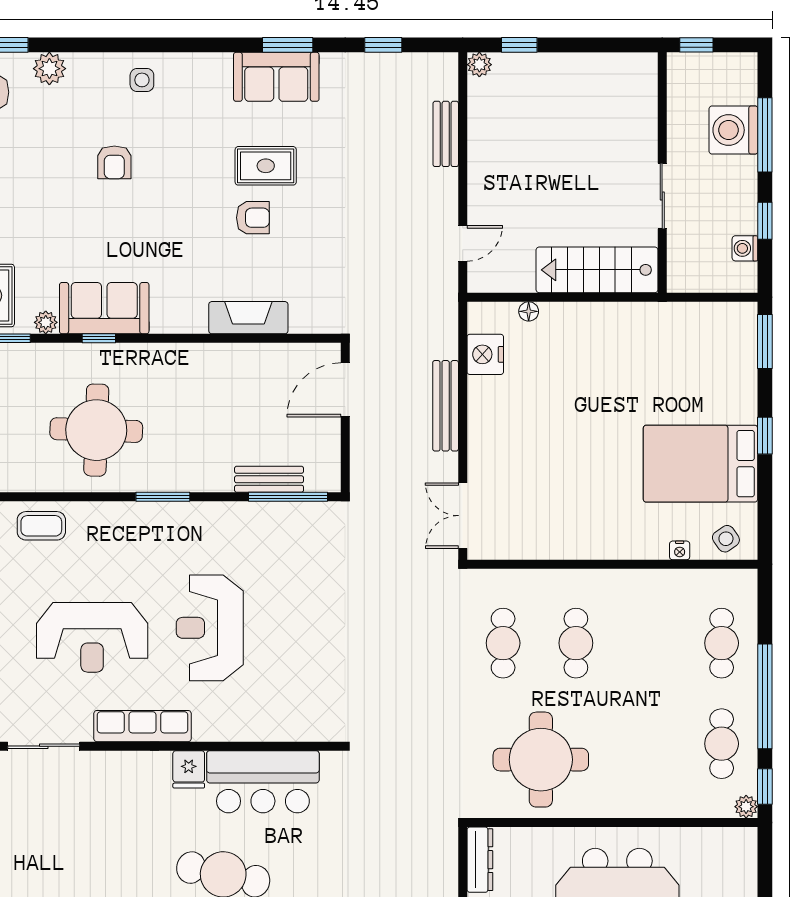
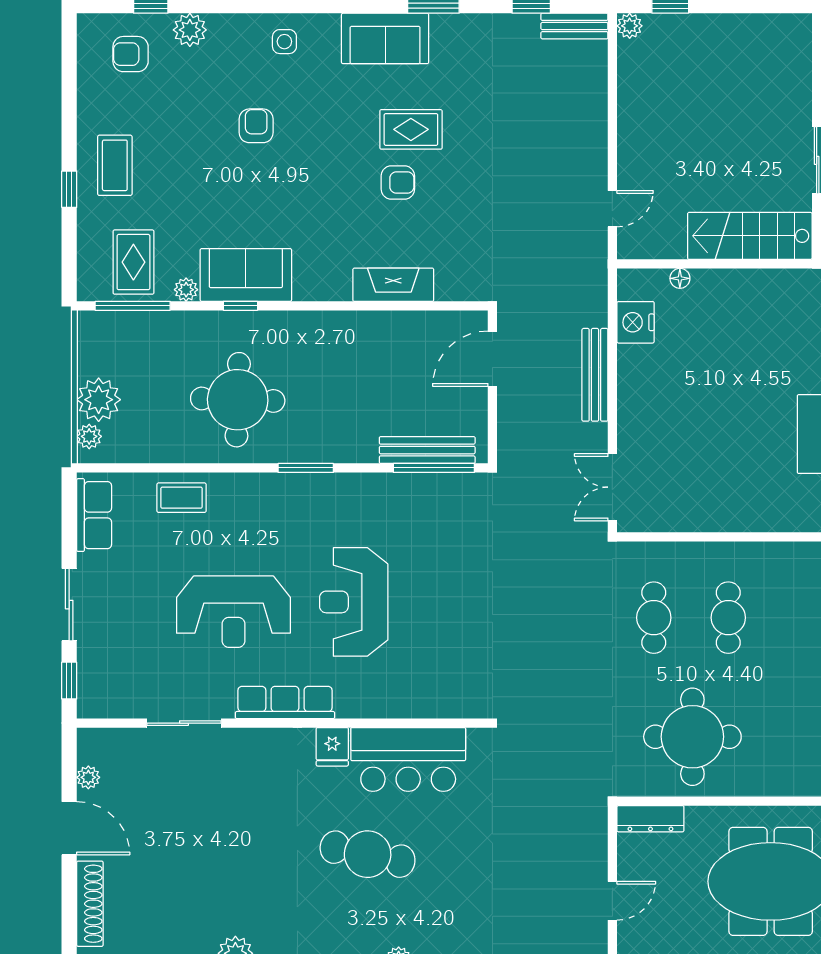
sofa: (276, 77) -> (385, 38), moved
bench: (446, 134) -> (574, 26), moved, turned 90
armchair: (114, 162) -> (256, 126), turned 180
bench: (269, 479) -> (427, 450), width x1.36
dresser: (480, 860) -> (650, 819), moved, turned 90

